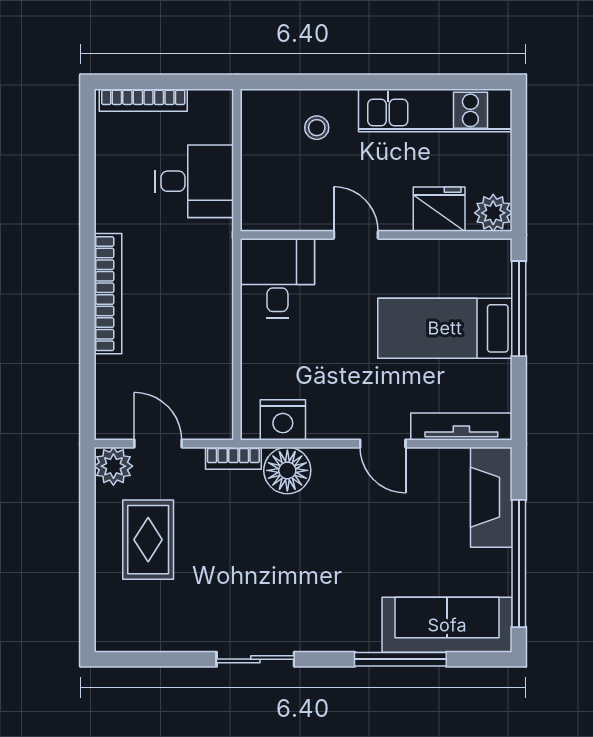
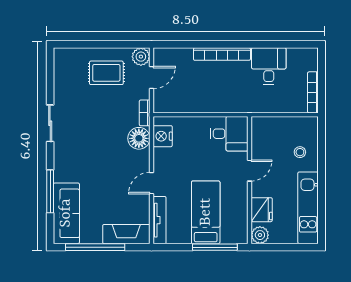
bookcase: (143, 100) -> (313, 92), moved
desk: (194, 181) -> (269, 66), moved, turned 180

